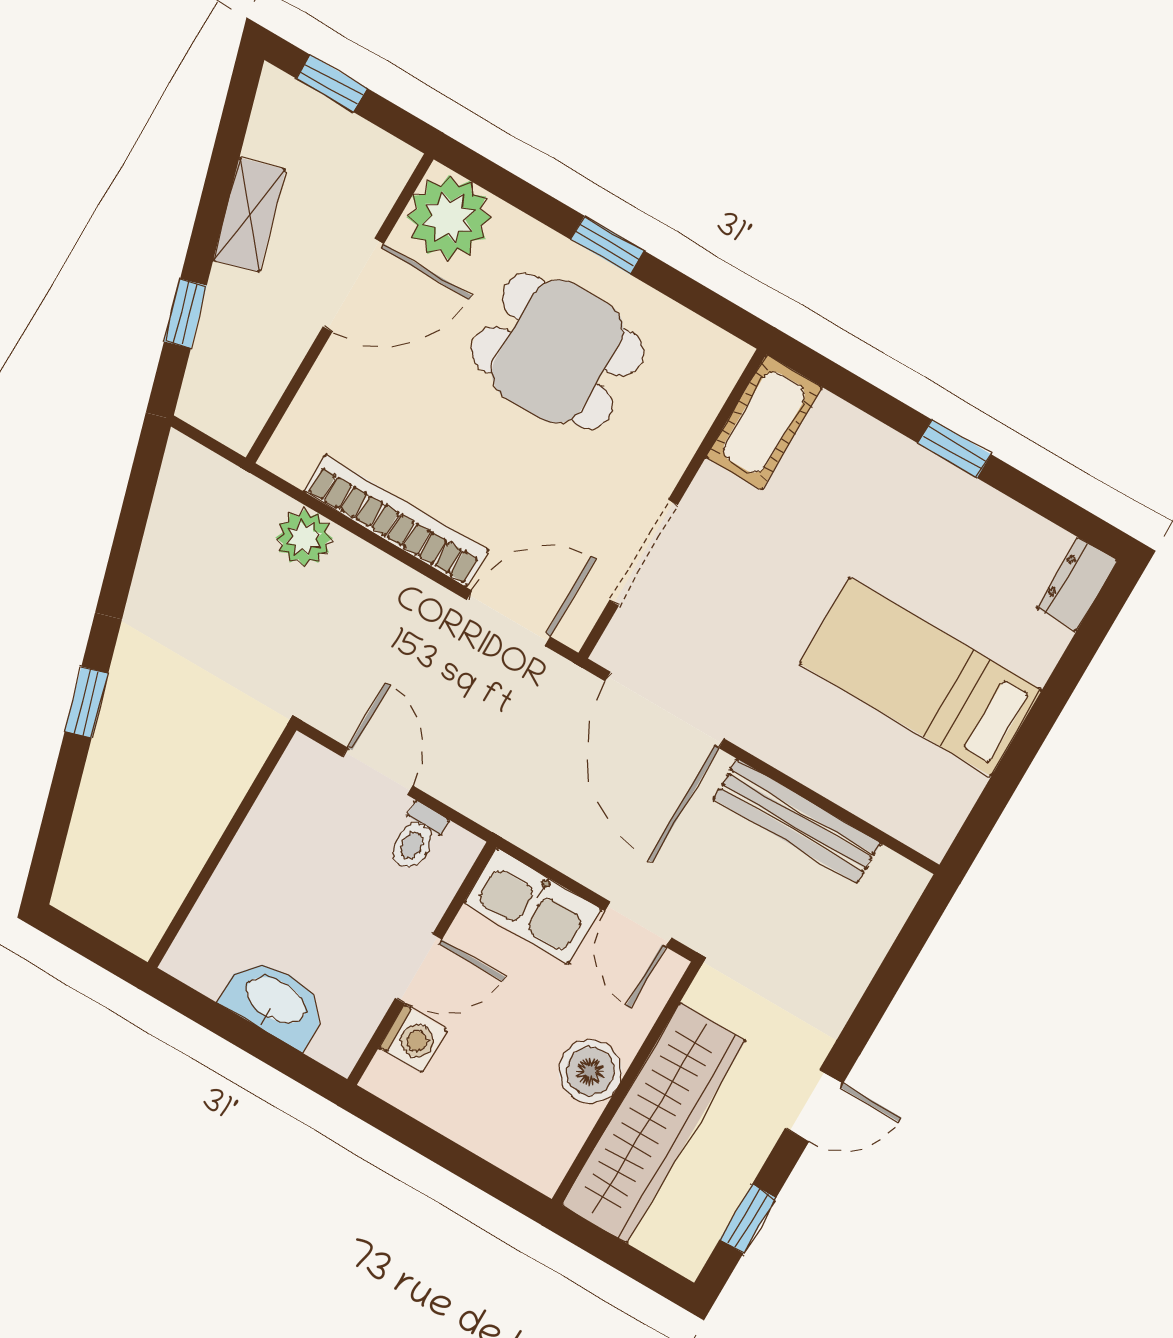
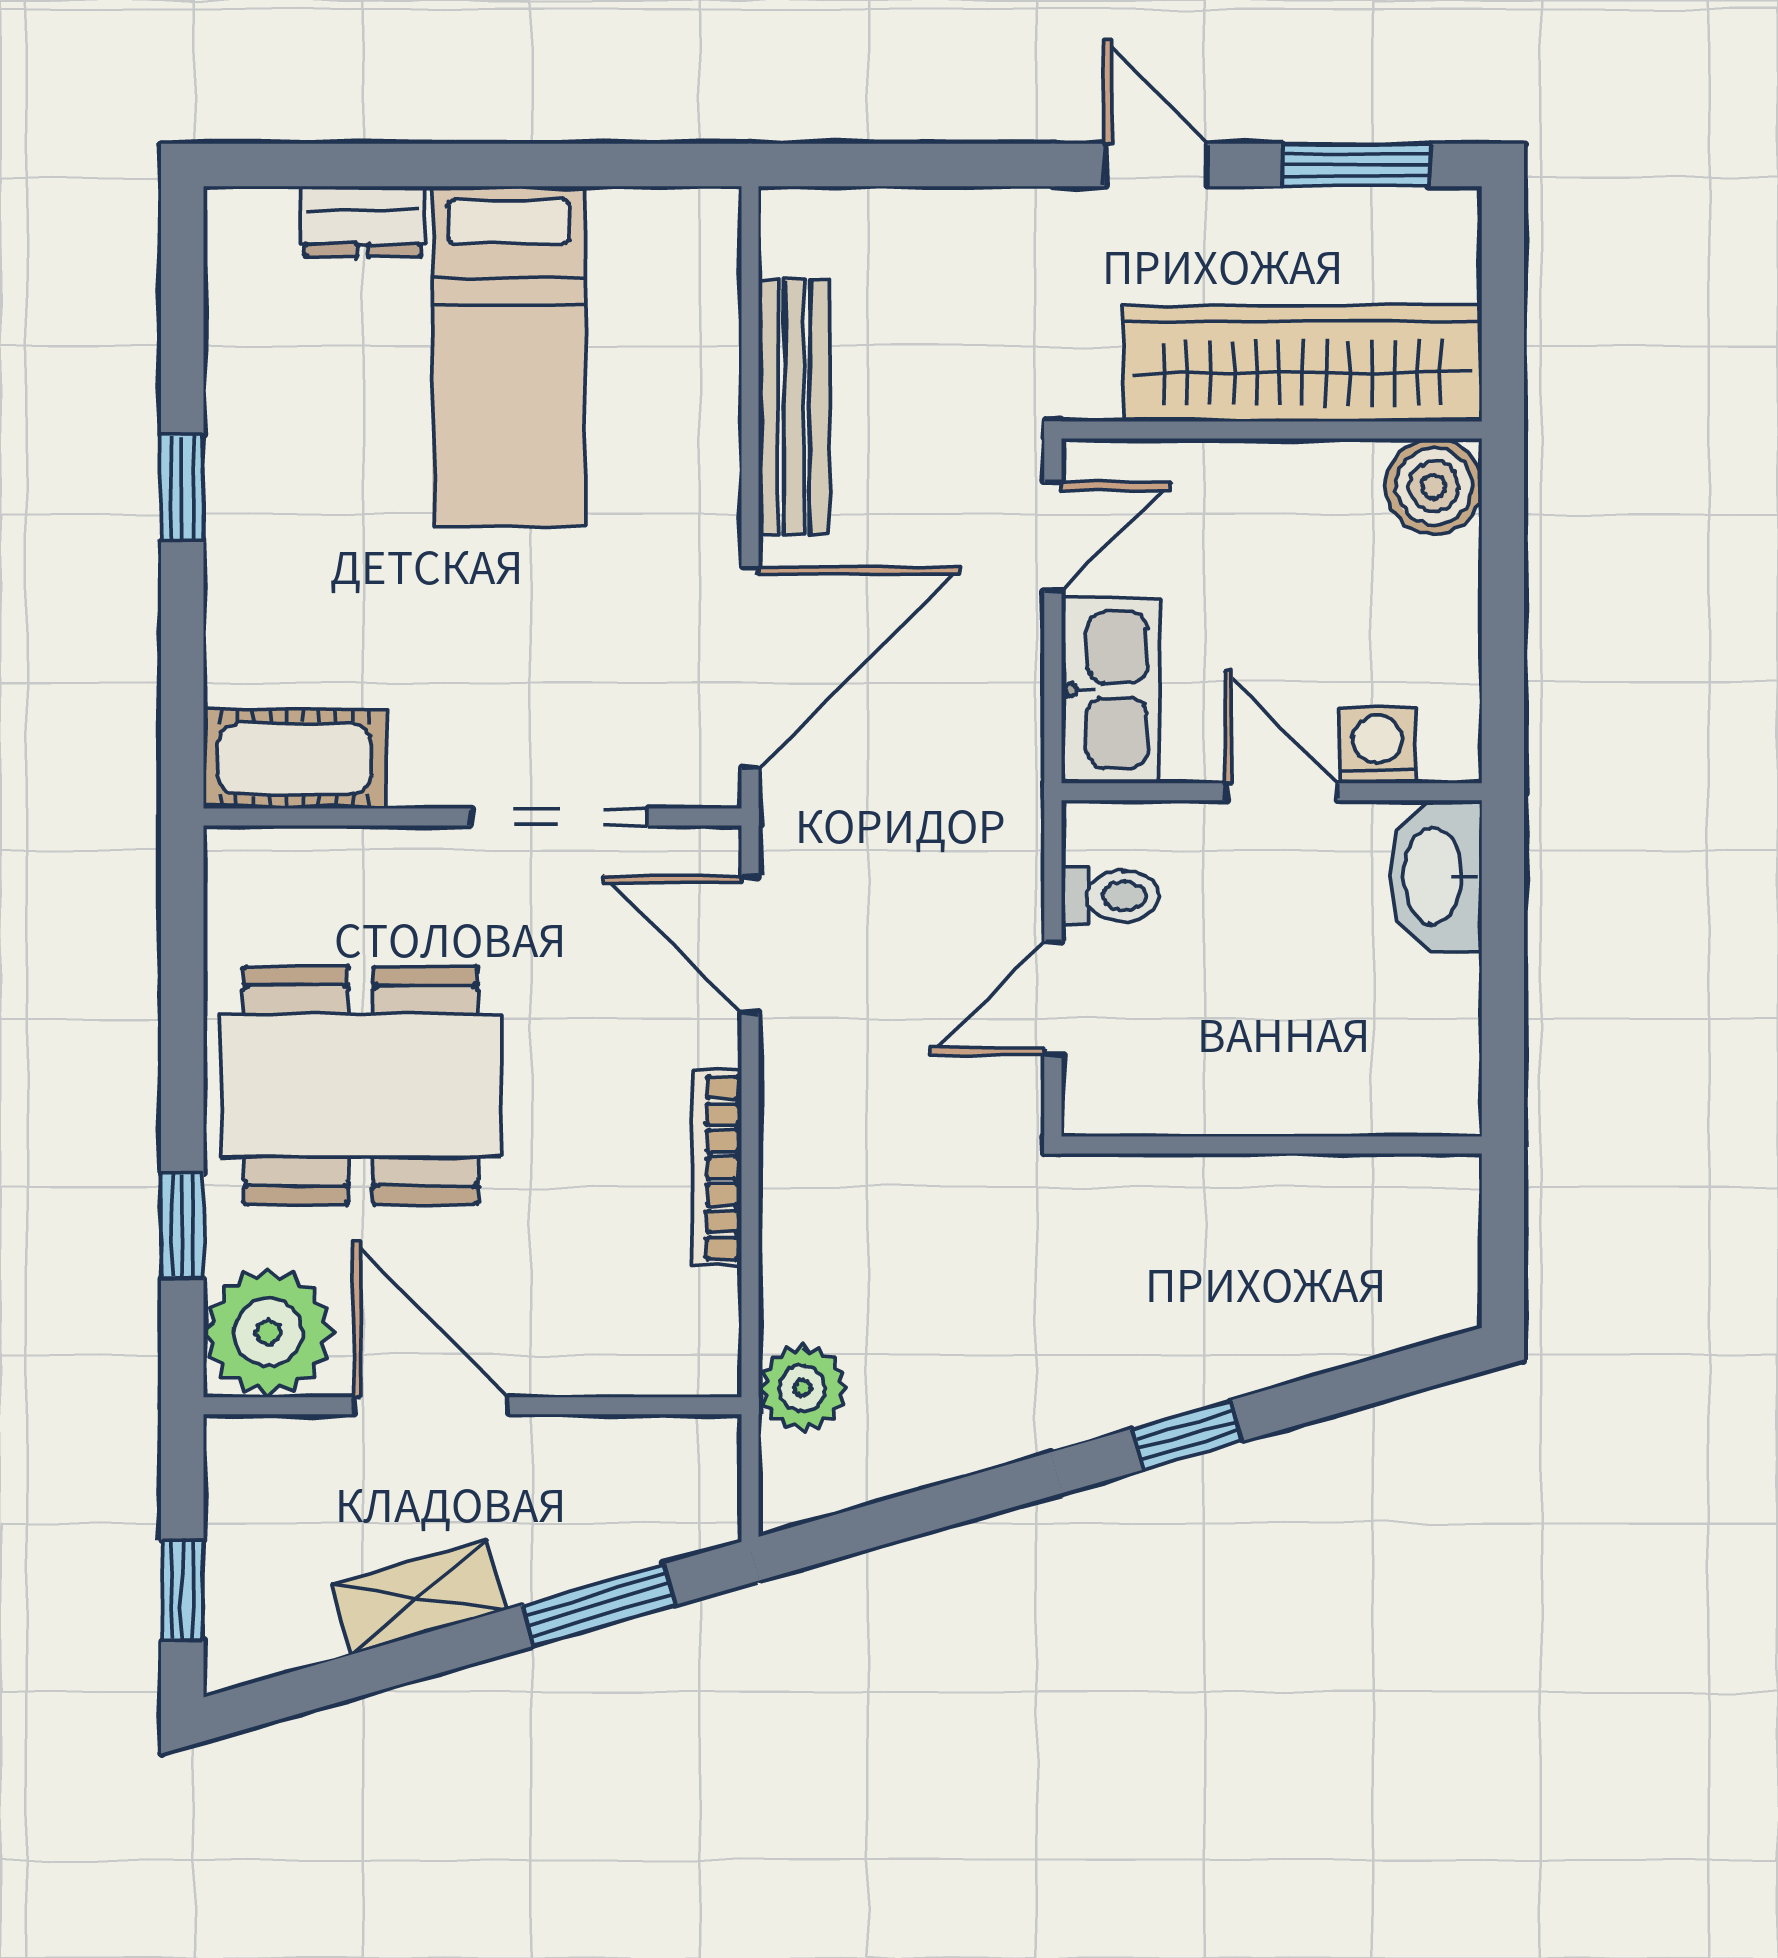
window: (607, 245) -> (182, 1226), moved
window: (185, 314) -> (598, 1605), width x1.50
dining table: (558, 351) -> (361, 1086), width x1.38
bookcase: (396, 521) -> (717, 1168), width x0.68, depth x0.76
plant: (304, 538) -> (802, 1388), moved
dresser: (1077, 584) -> (363, 221), moved
washbasin: (275, 1002) -> (1435, 876), moved
boiler: (590, 1071) -> (1434, 486), moved
window: (748, 1219) -> (1356, 165), width x1.50

